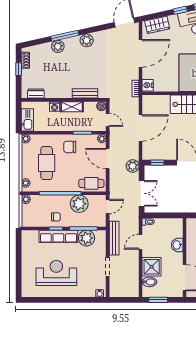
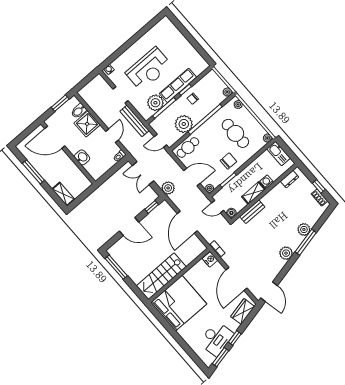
door: (108, 206) -> (160, 141), hinge flipped
reception desk: (56, 273) -> (149, 69), moved

